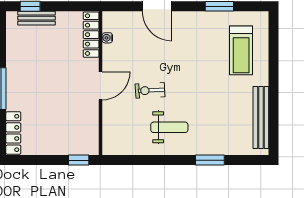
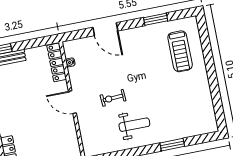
door: (100, 86) -> (72, 102), swing flipped
bench: (261, 117) -> (207, 102), removed

